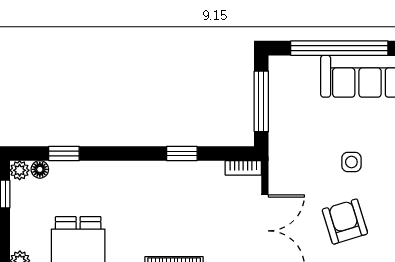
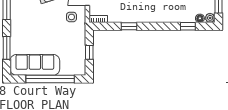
window: (261, 101) -> (89, 52), width x0.46
side table: (351, 162) -> (71, 17), moved

